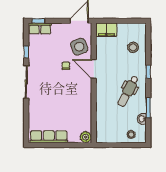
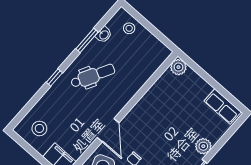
stool: (133, 47) -> (39, 128), moved
plant: (34, 106) -> (203, 146), added
row of seats: (49, 137) -> (223, 106), width x0.68

